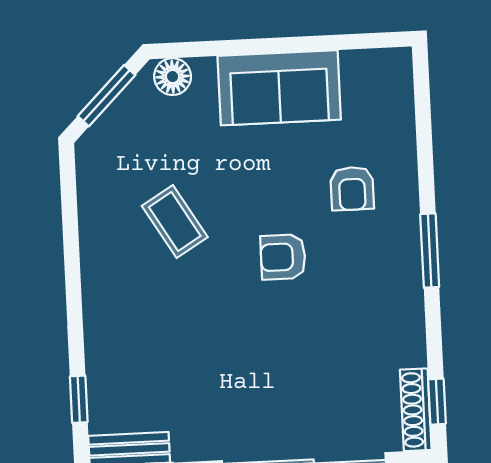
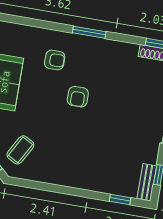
coffee table: (175, 222) -> (20, 150), moved, turned -30

